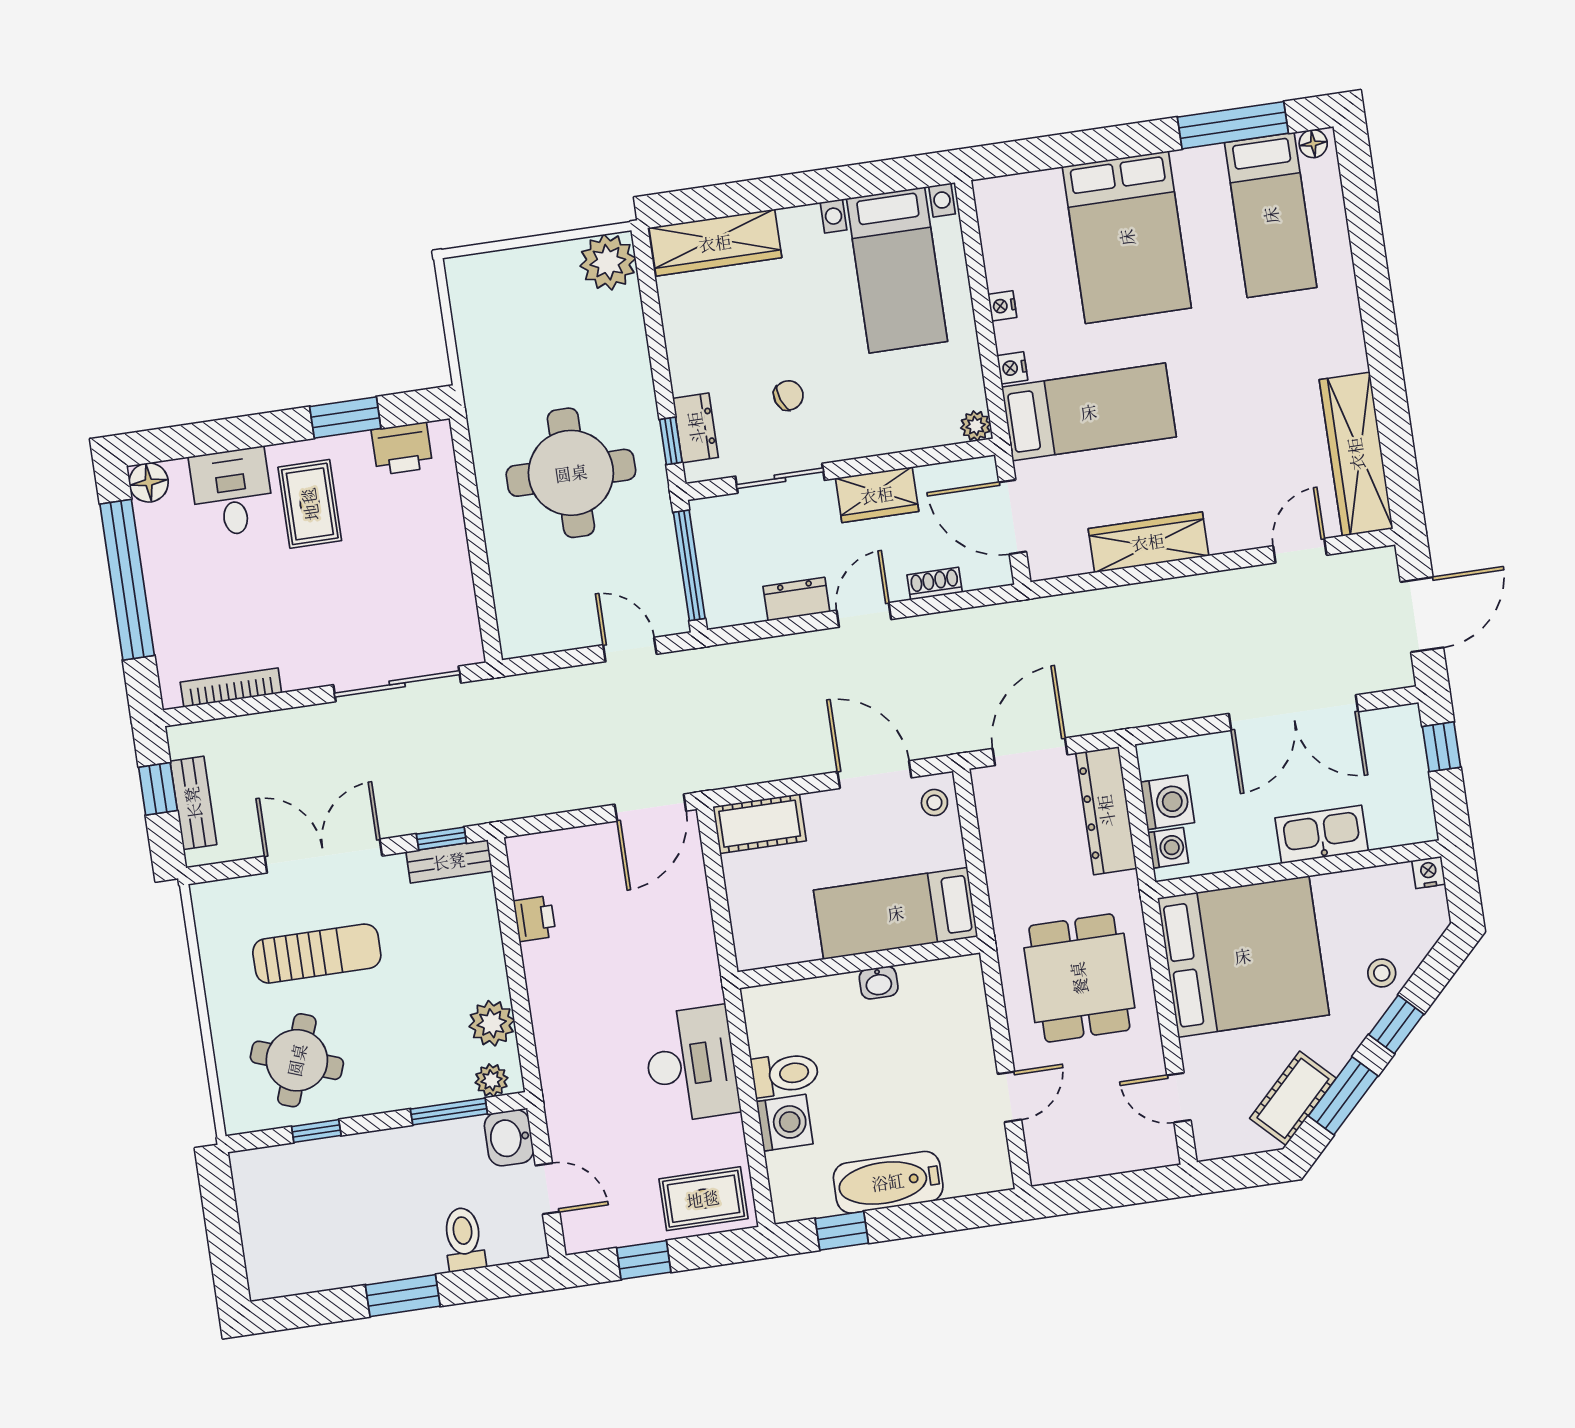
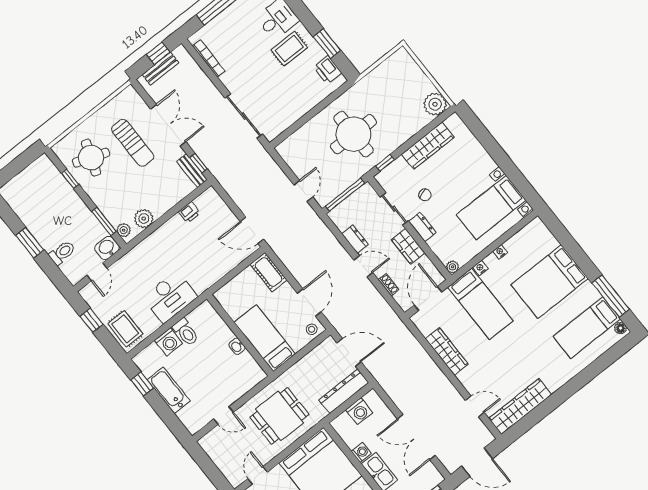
wardrobe: (715, 243) -> (428, 146), moved, turned -90
dresser: (696, 428) -> (422, 227), moved, turned -90
washing machine: (1168, 848) -> (361, 452), moved, turned -90

